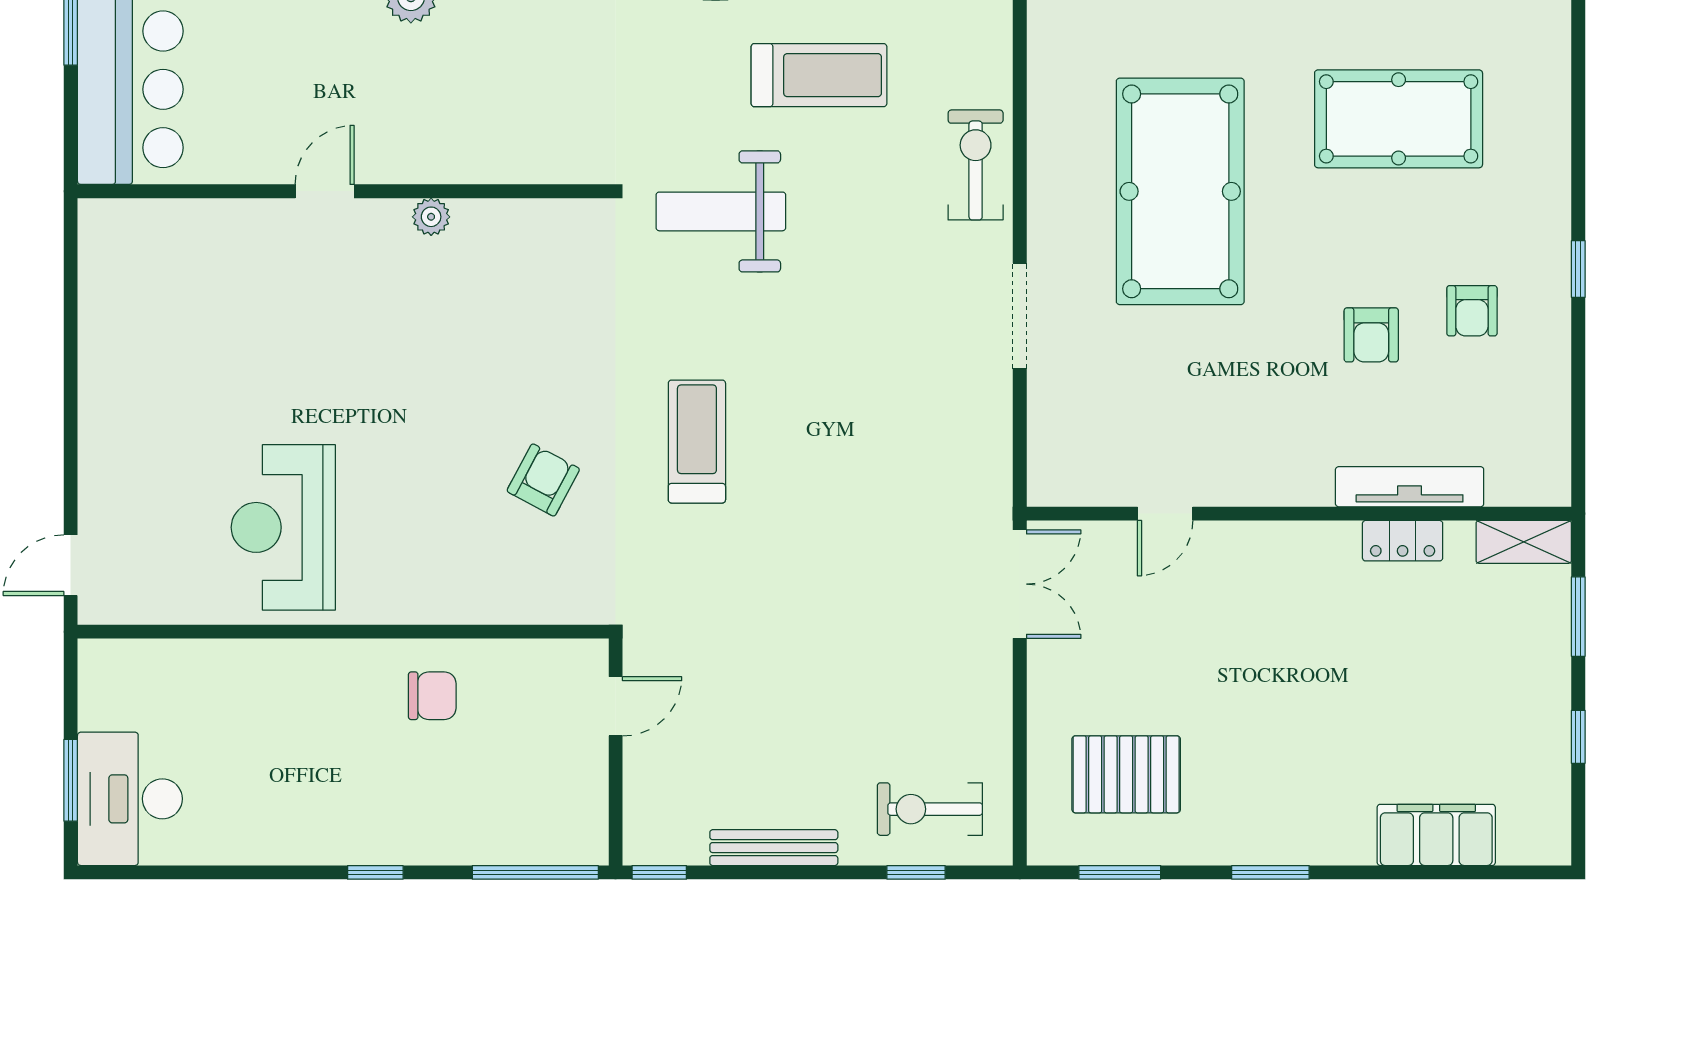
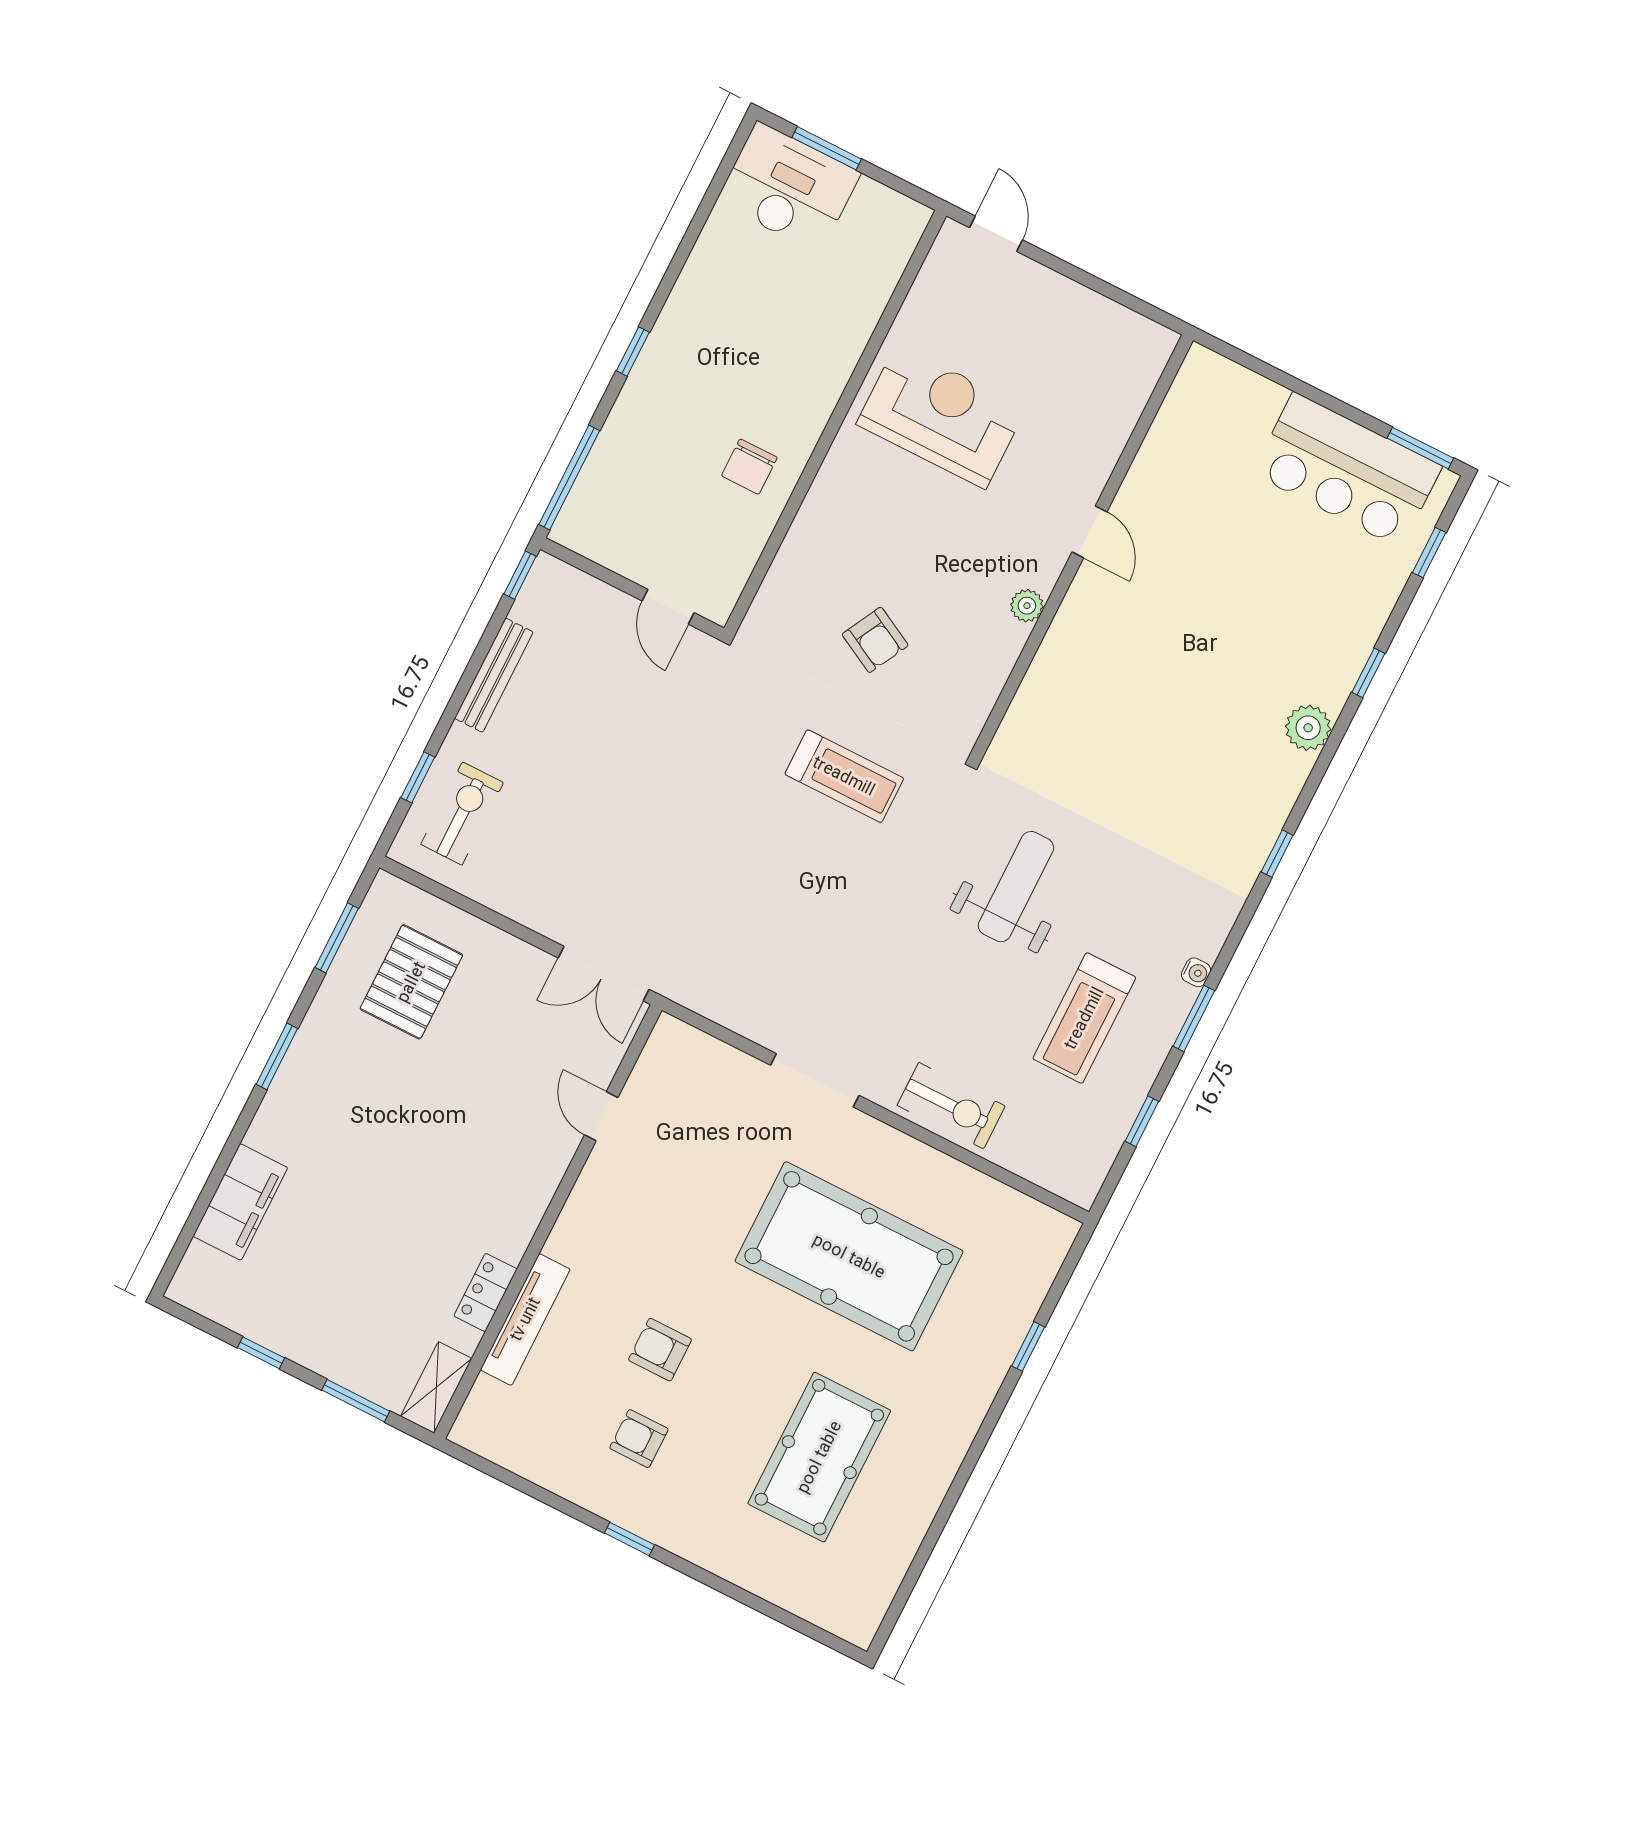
door: (325, 191) -> (1089, 532), moved
wall: (343, 191) -> (1082, 547), moved
plant: (431, 217) -> (1027, 606), moved

